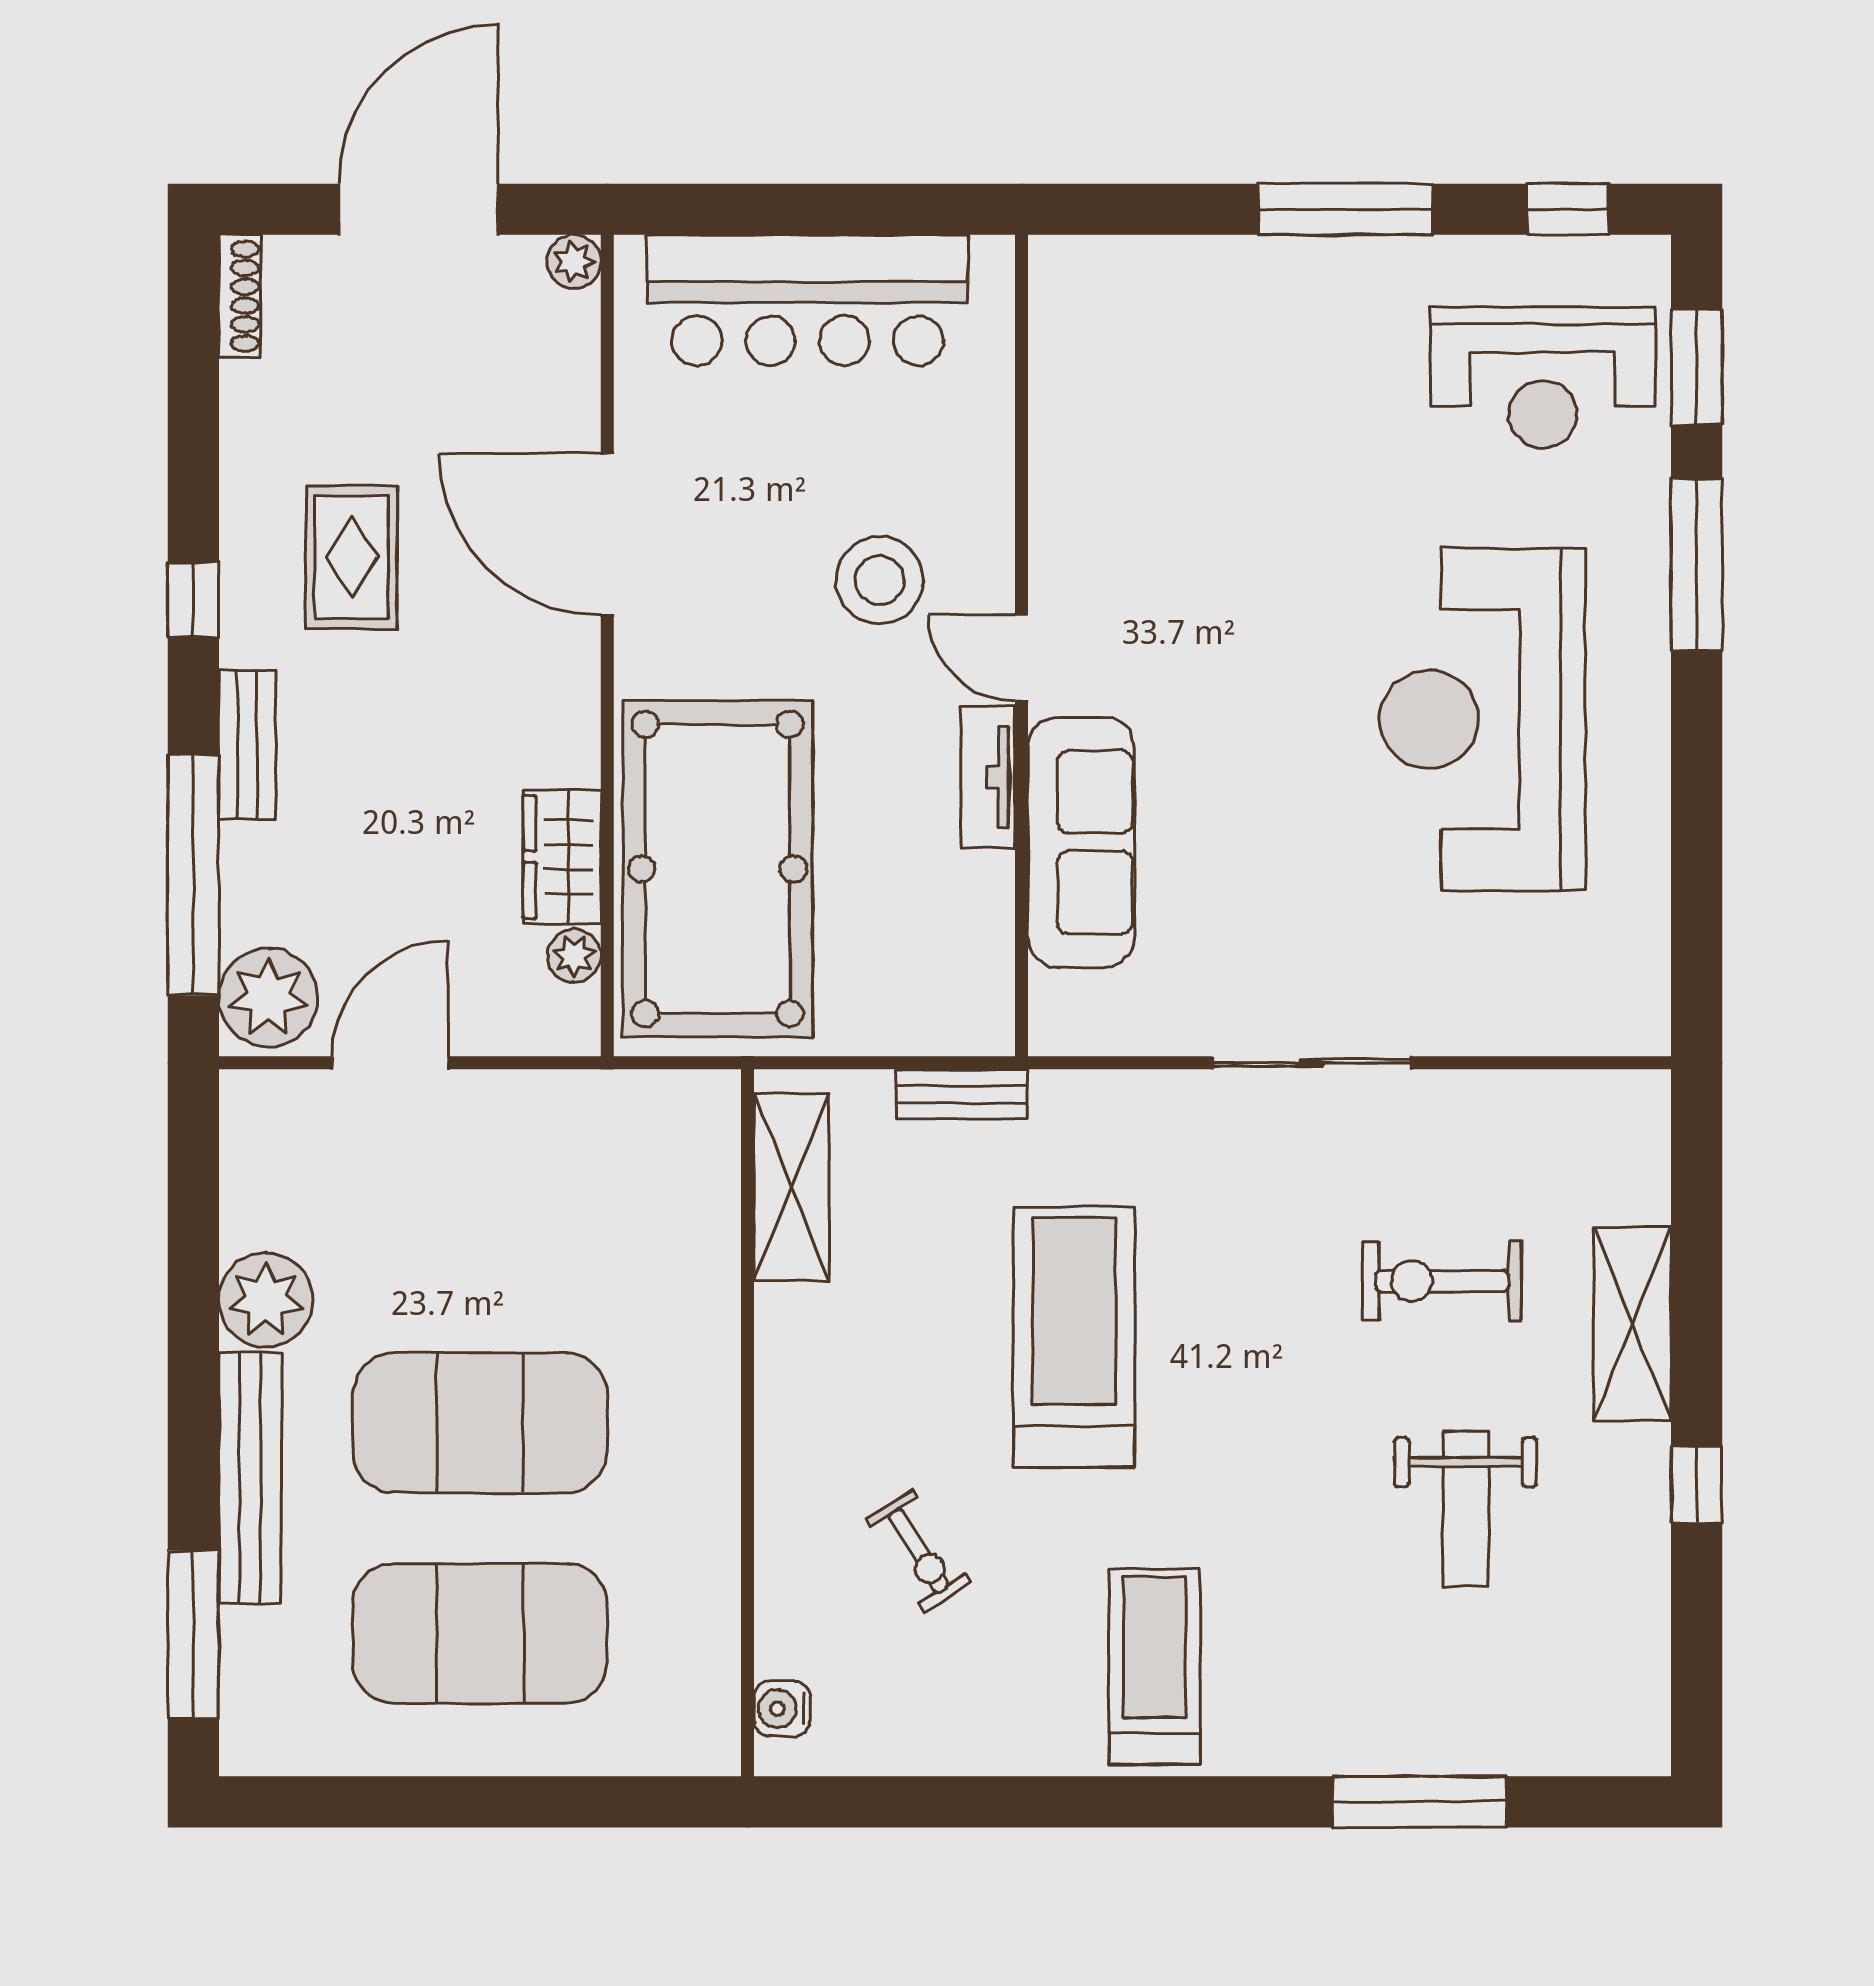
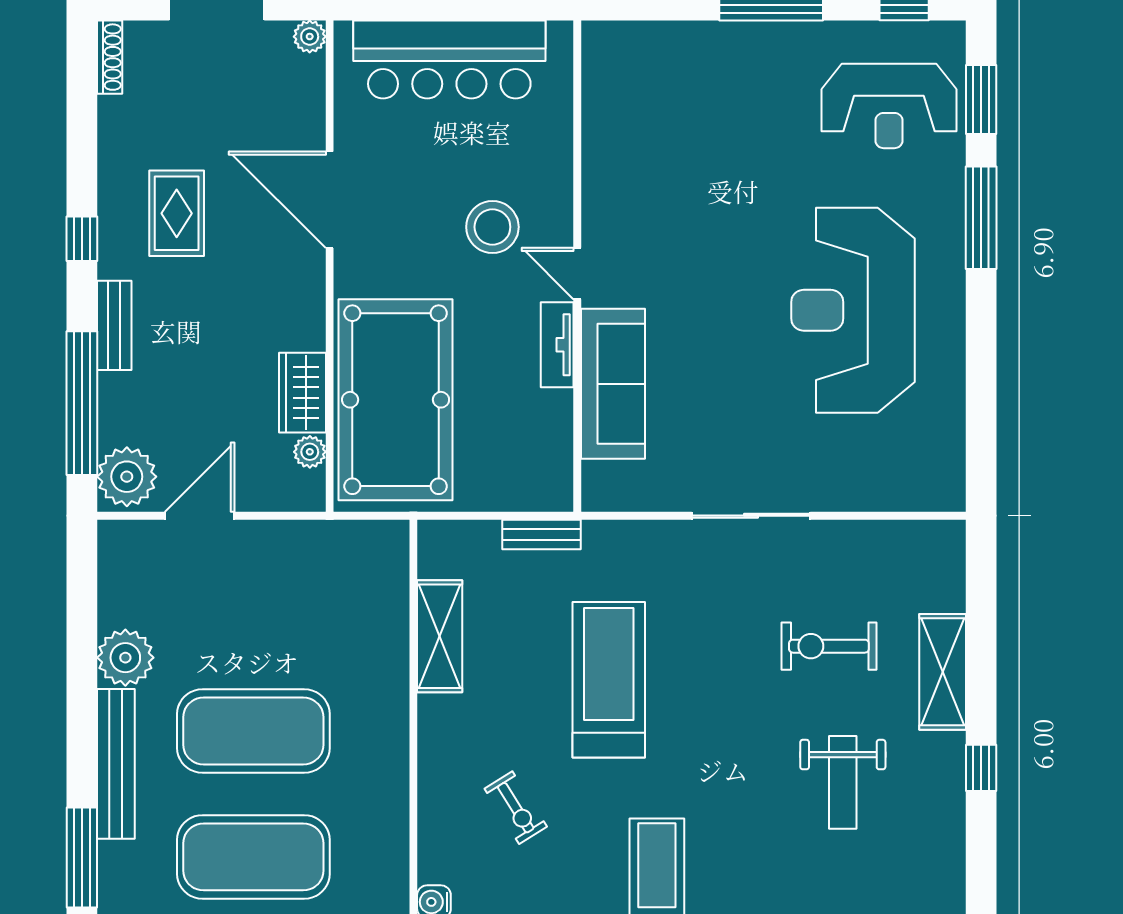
shelving: (791, 1187) -> (440, 636), moved

